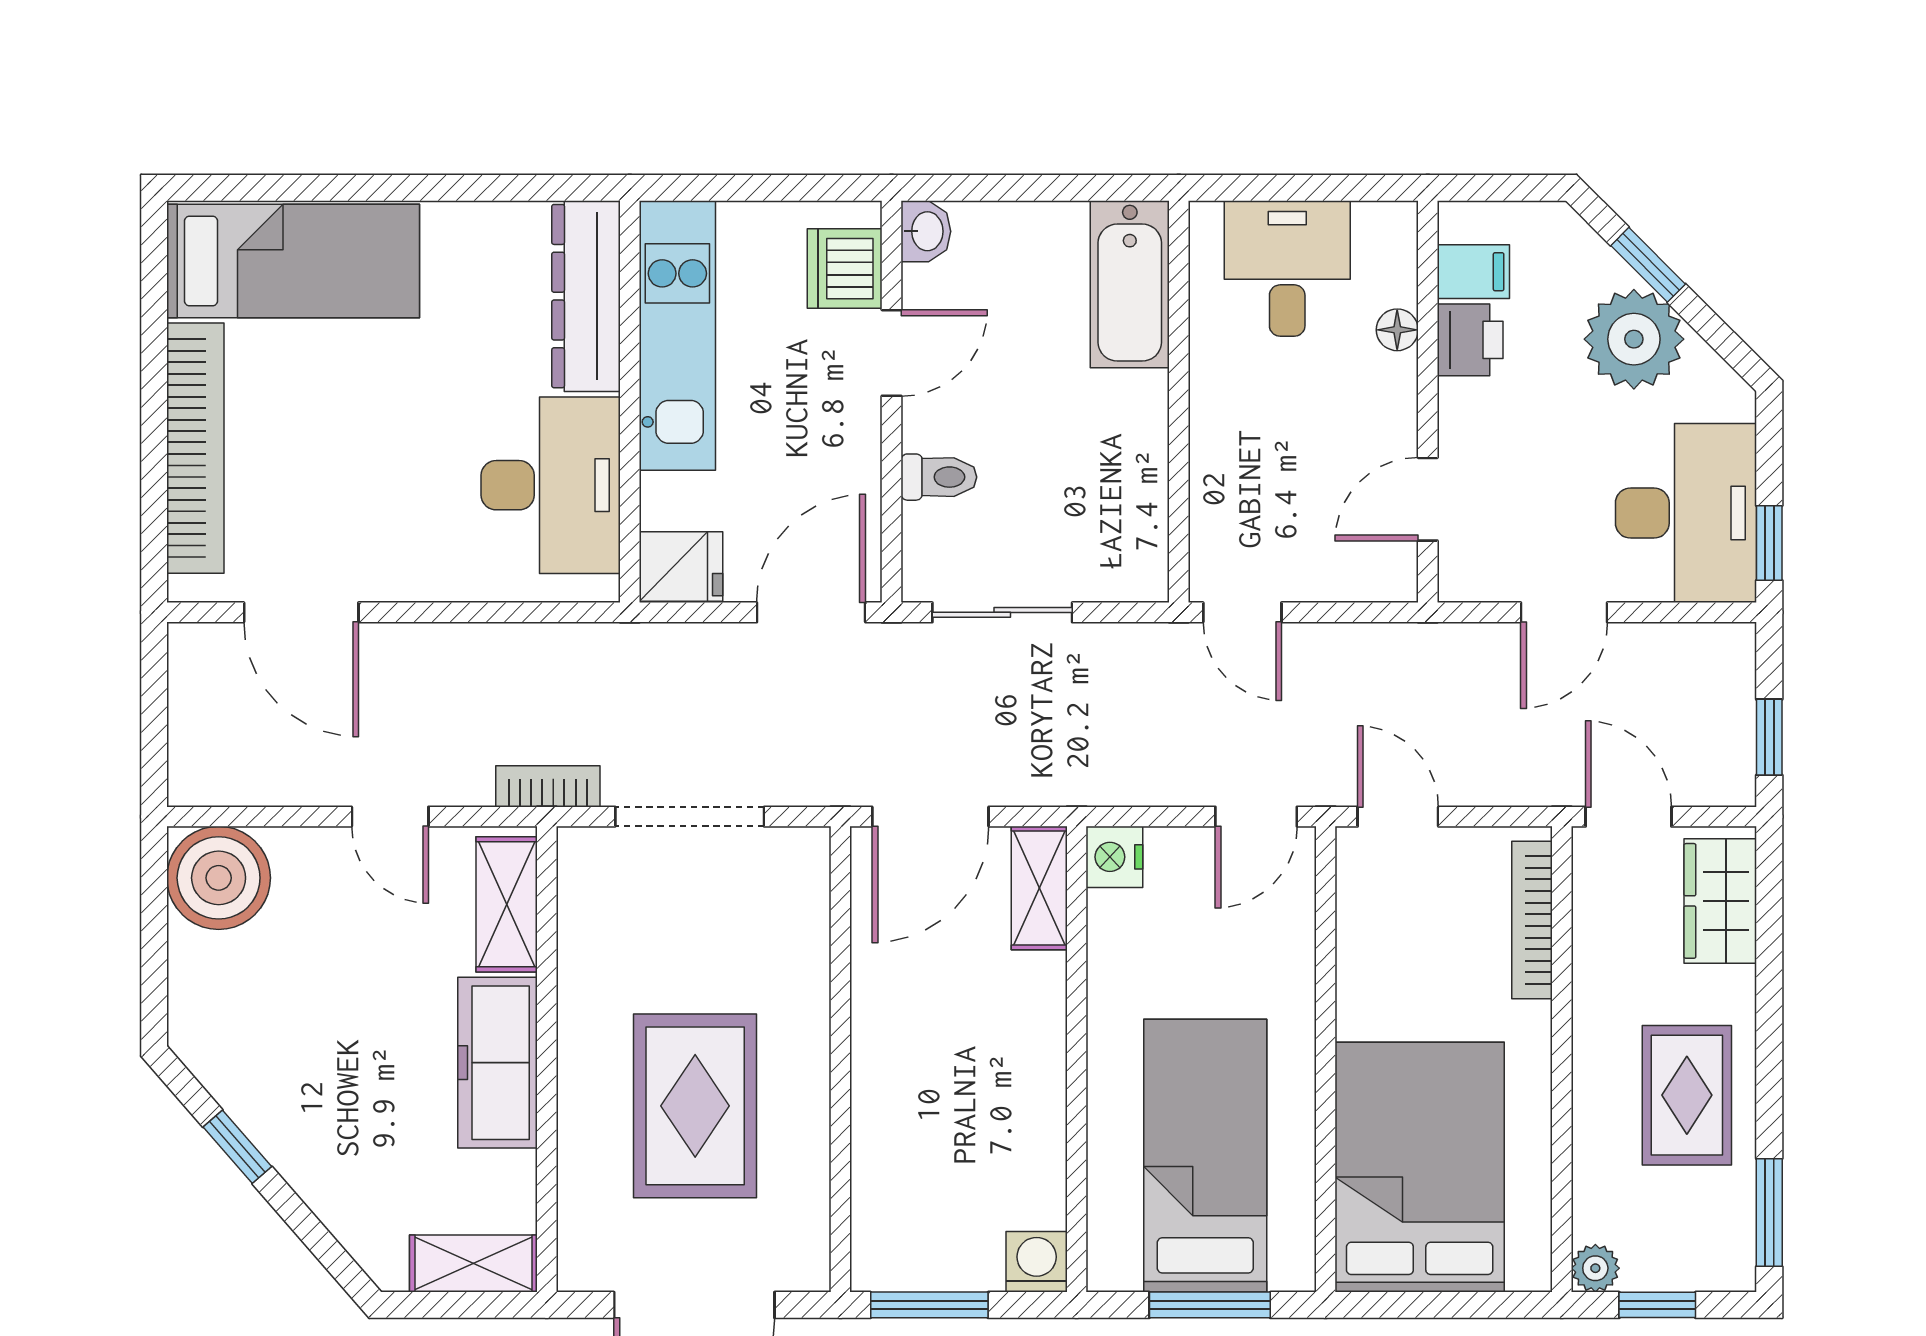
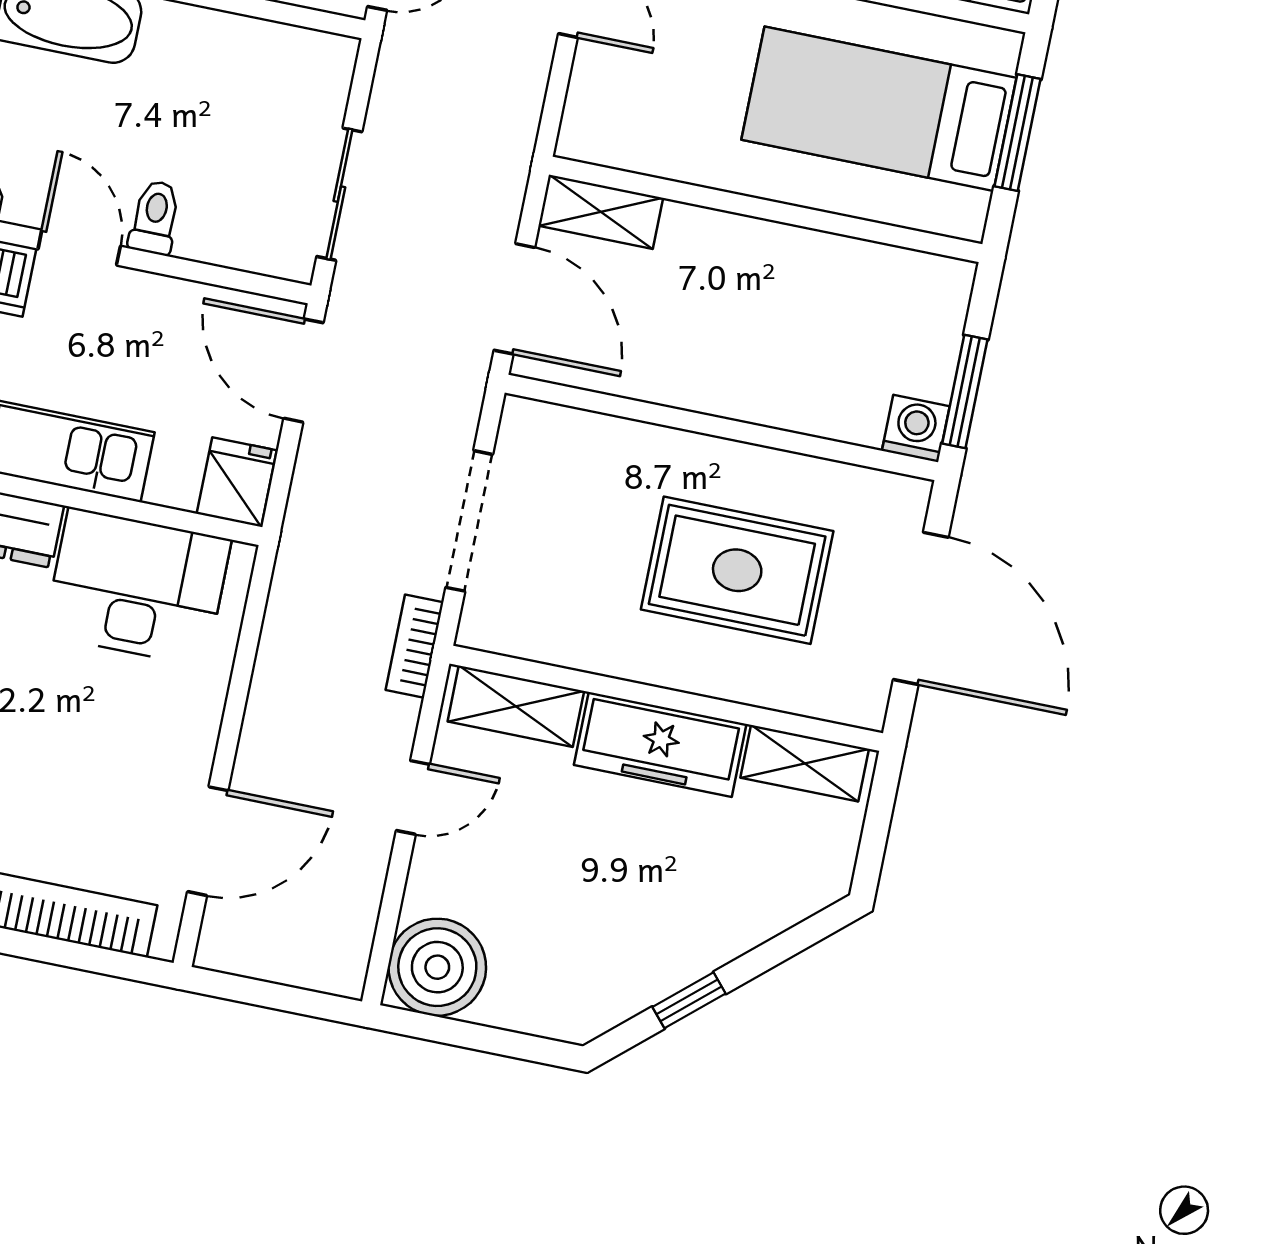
toilet: (939, 477) -> (155, 218), moved
nightstand: (1114, 857) -> (586, 137), removed
washing machine: (1037, 1262) -> (916, 428), moved, turned 90
shelving: (473, 1264) -> (805, 763), moved, turned 90

